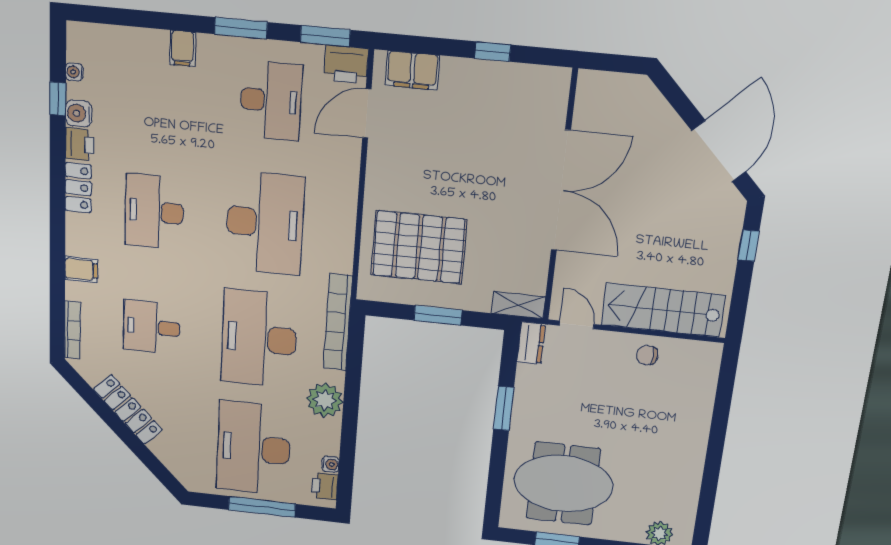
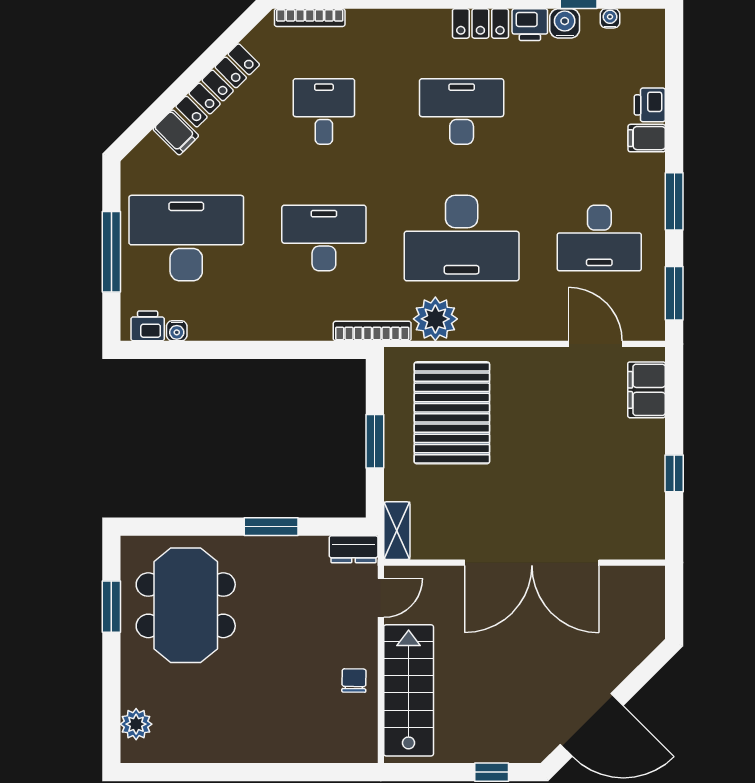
printer: (346, 64) -> (650, 105), moved, width x0.73, depth x0.81
filing cabinet: (81, 270) -> (176, 132), moved, turned -45
bookcase: (338, 322) -> (372, 331), width x0.68, depth x0.76
desk: (259, 339) -> (324, 238), width x0.73, depth x0.77
plant: (325, 400) -> (435, 319), moved

